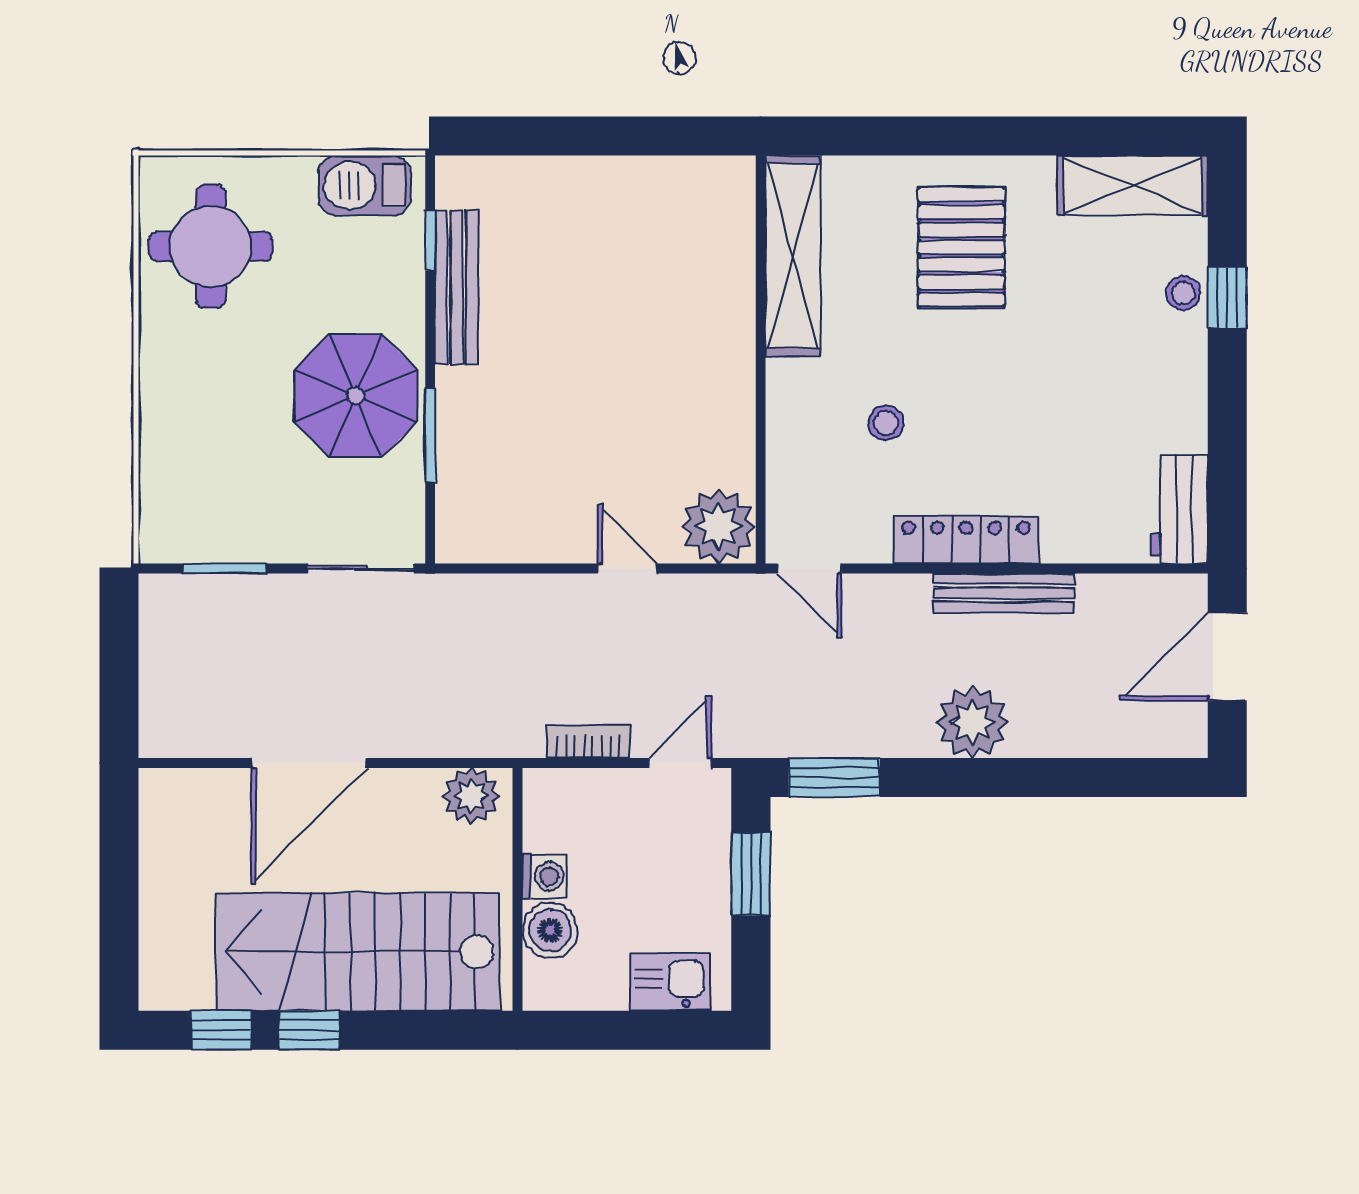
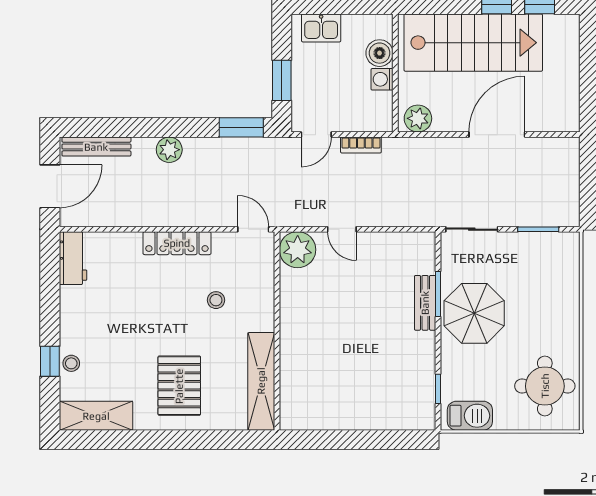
bench: (457, 287) -> (425, 303), moved, width x0.73
bench: (1004, 593) -> (96, 147), moved
plant: (972, 722) -> (169, 150), width x0.73, depth x0.73

